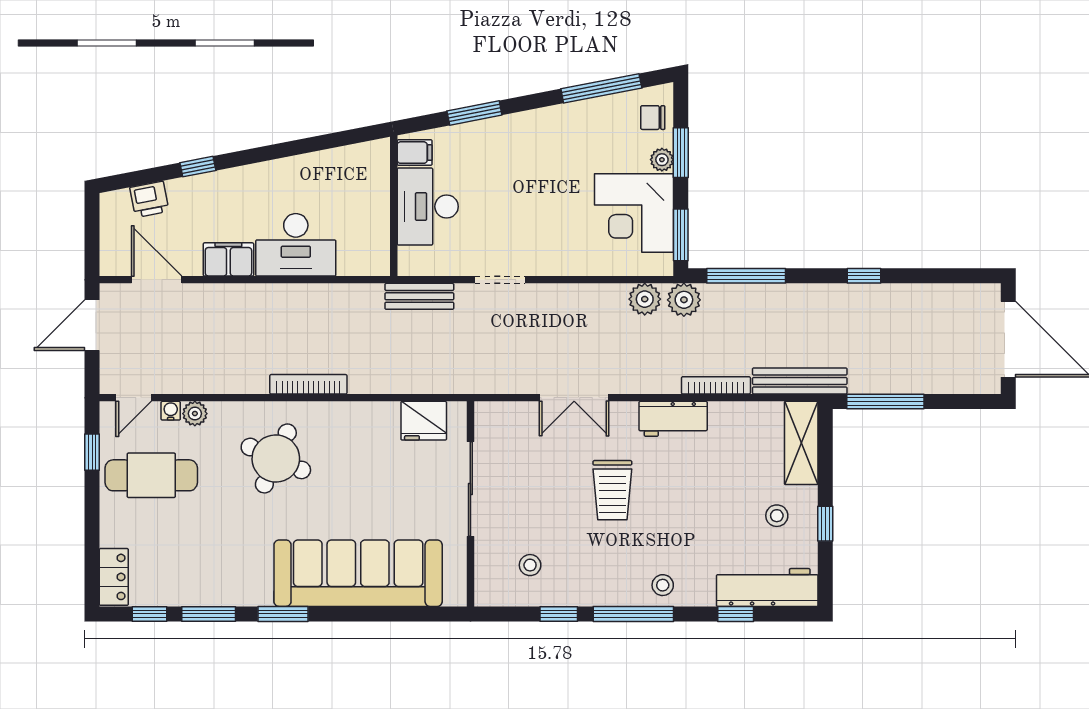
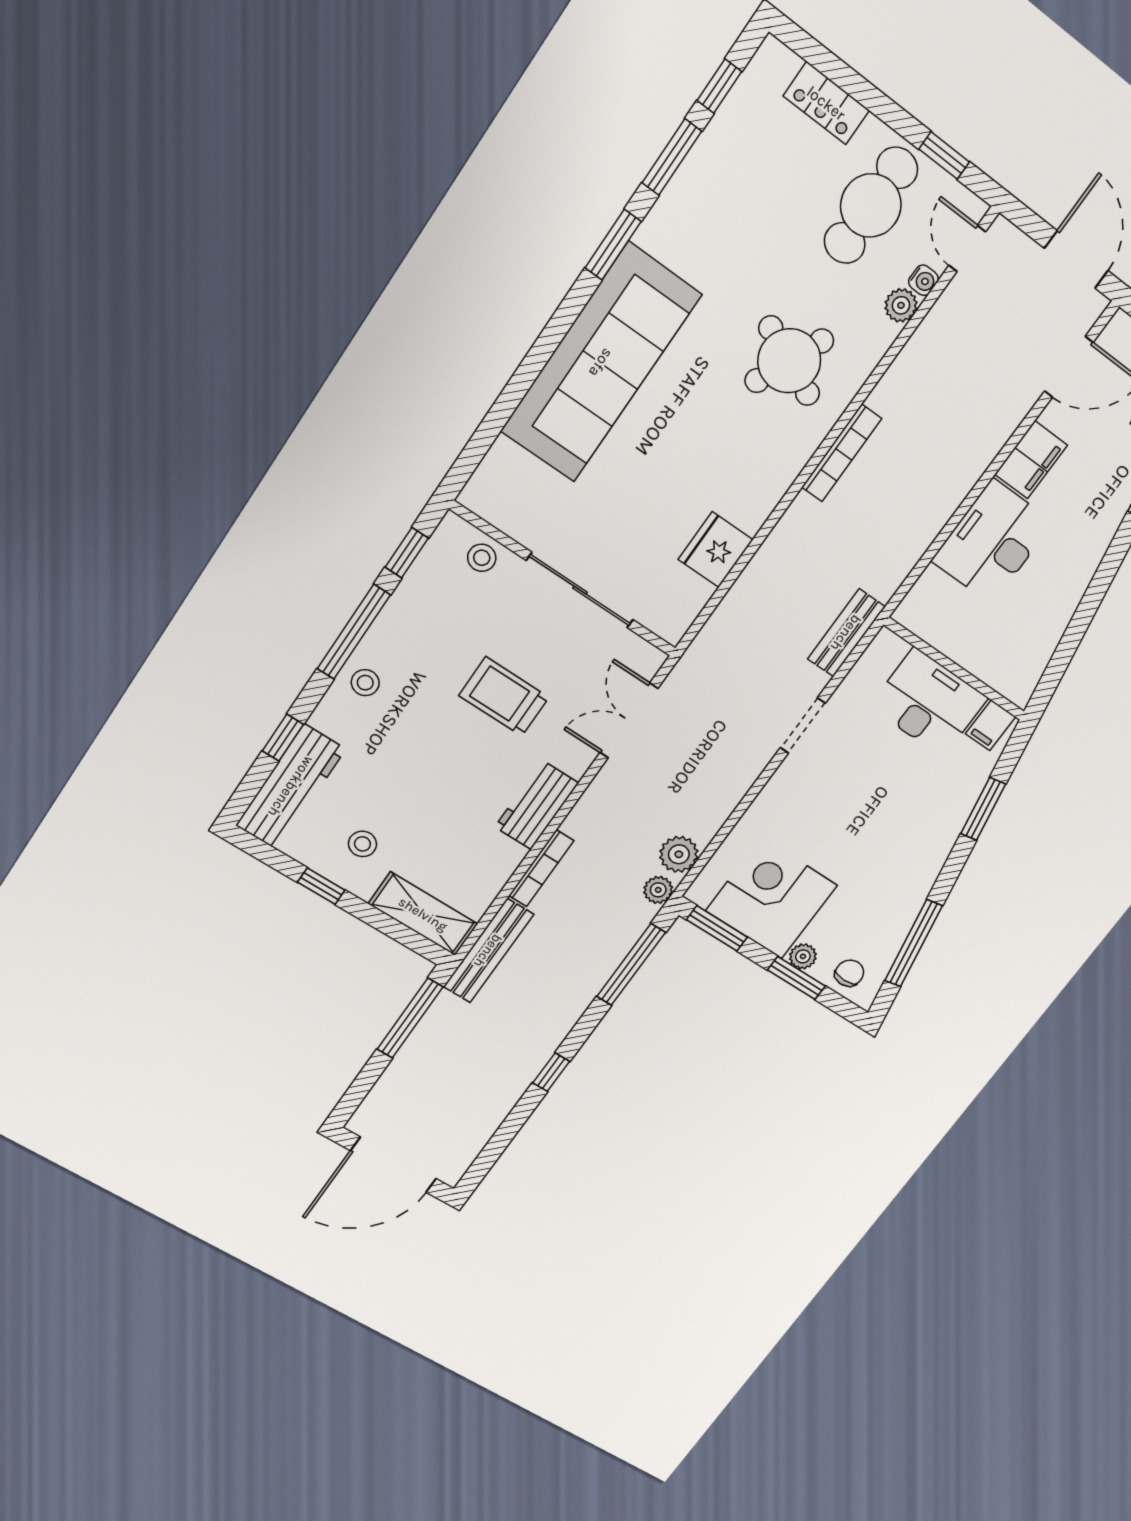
plant: (684, 300) -> (658, 890), width x0.73, depth x0.73
sliding door: (470, 489) -> (580, 590), moved
wall: (470, 504) -> (564, 579), moved
locker: (114, 577) -> (826, 103), moved

